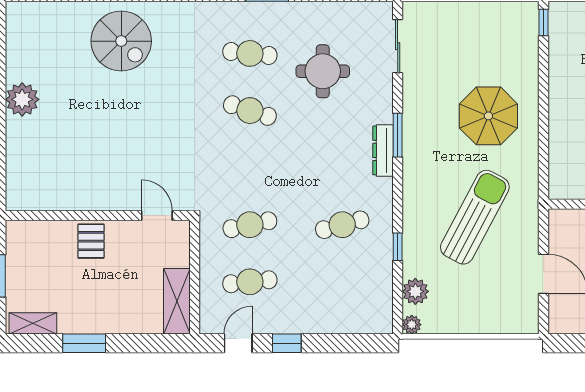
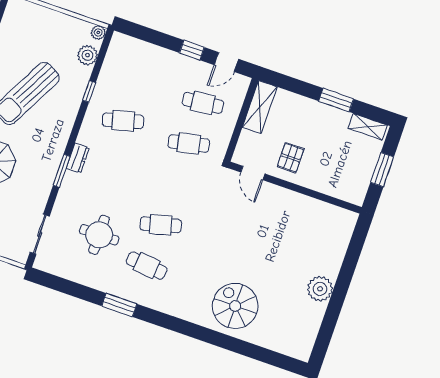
cafe table: (250, 111) -> (161, 225), turned -33
dresser: (383, 150) -> (78, 158), width x0.70
pallet: (91, 241) -> (291, 158), moved

